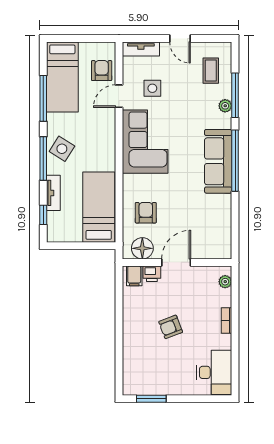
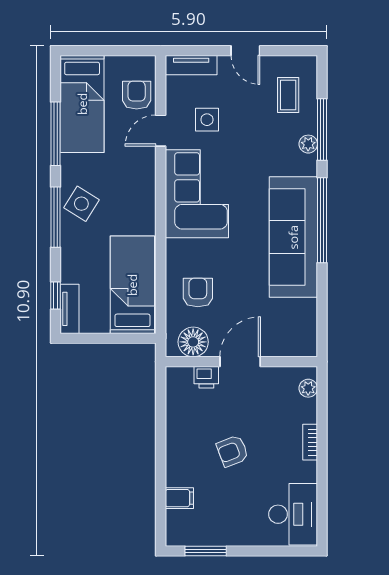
sofa: (218, 161) -> (293, 237), width x1.36, depth x1.27
tv unit: (53, 193) -> (70, 309), moved
filing cabinet: (134, 276) -> (179, 498), moved, turned -90

